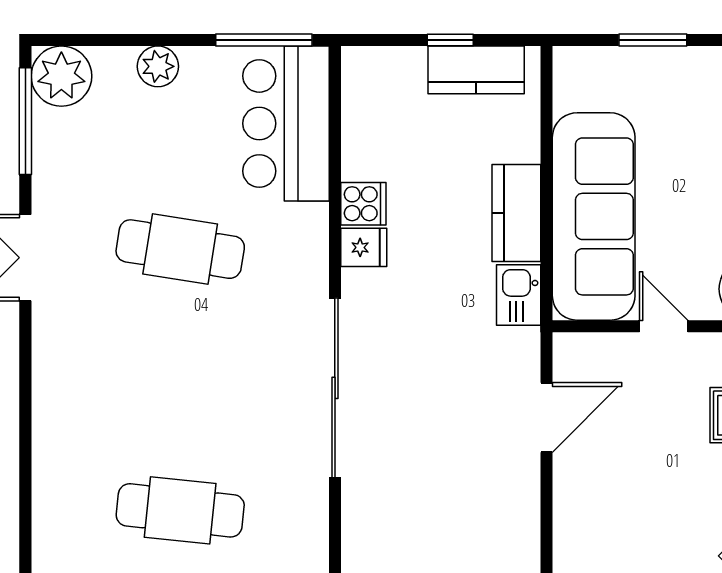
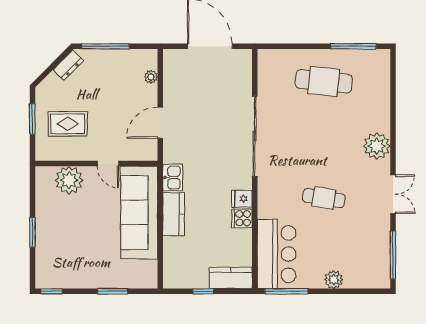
kitchen counter: (476, 70) -> (231, 278), moved
plant: (61, 76) -> (377, 146), moved
cafe table: (180, 249) -> (324, 198), width x0.73, depth x0.74
plant: (567, 520) -> (151, 77), added

